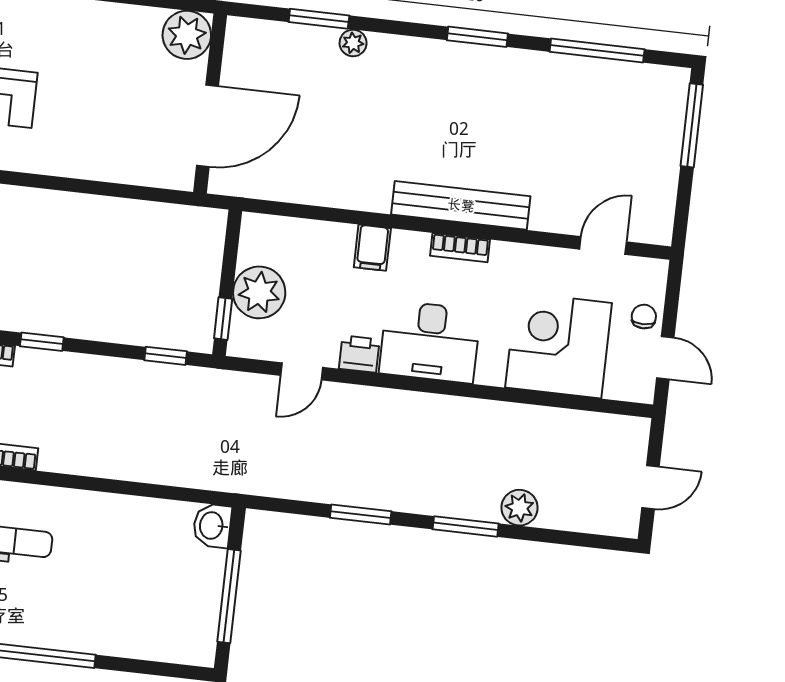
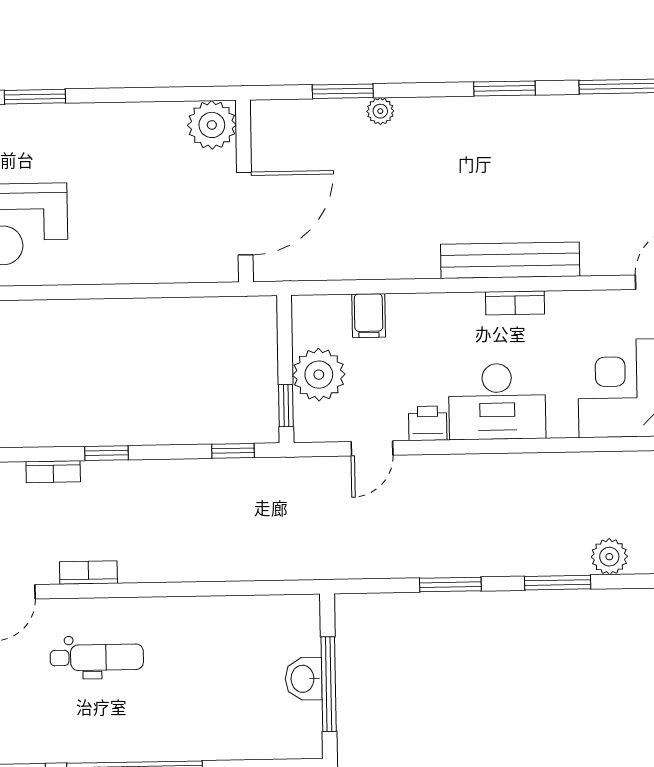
filing cabinet: (372, 248) -> (369, 316), moved
washbasin: (212, 526) -> (304, 679), moved

